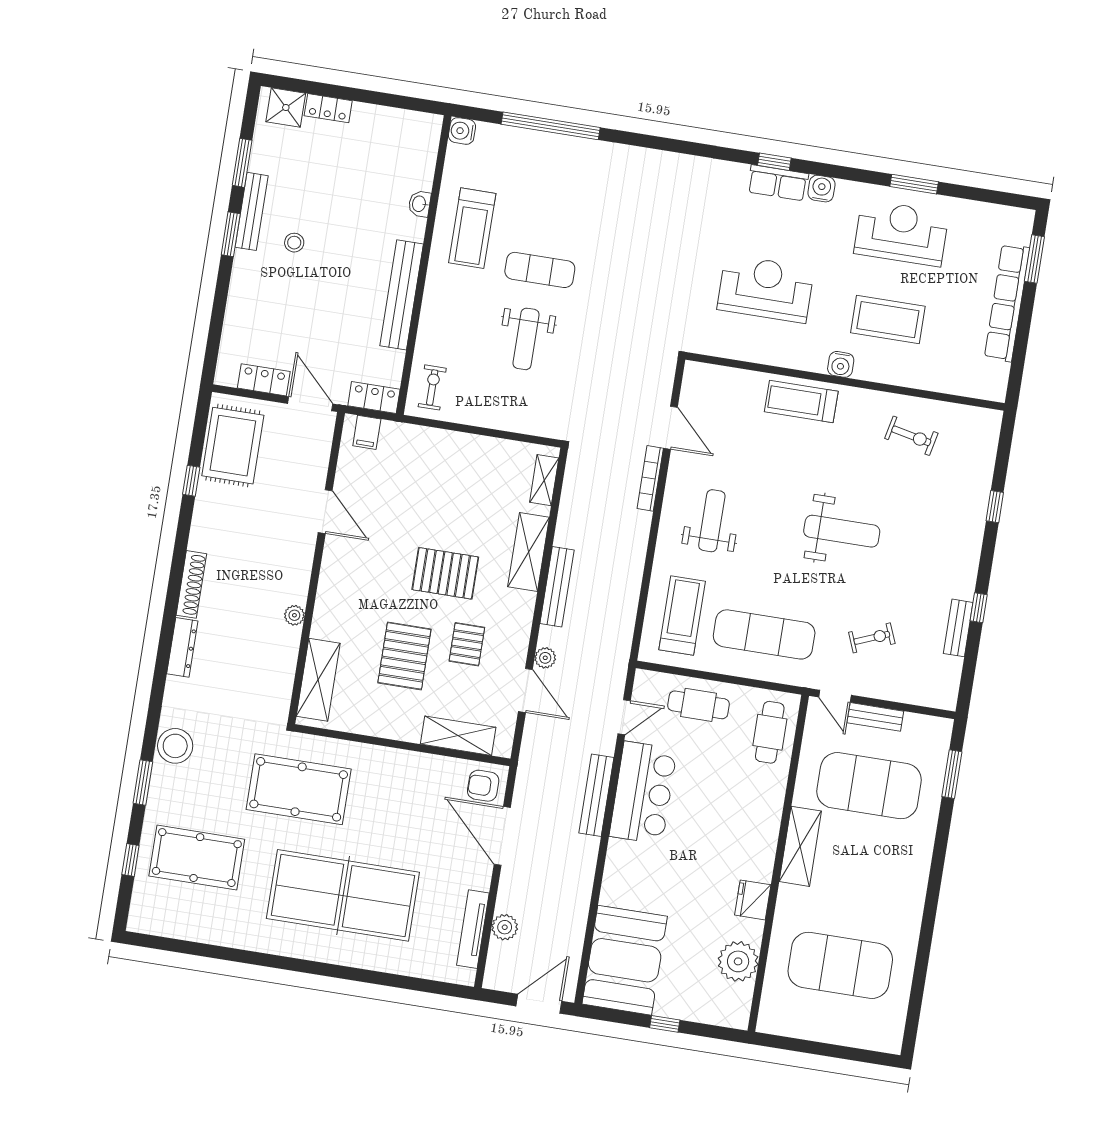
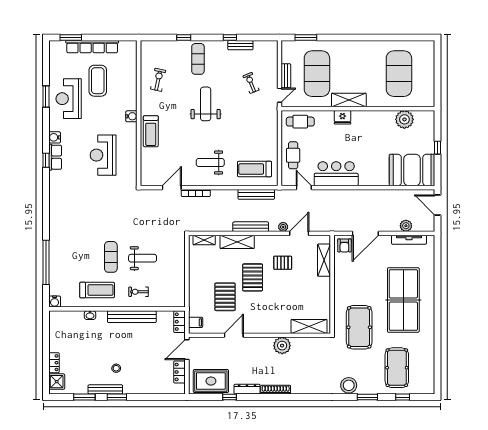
coffee table: (888, 320) -> (98, 81), moved
exercise bike: (432, 387) -> (139, 292), moved
plant: (294, 615) -> (282, 346), width x1.88, depth x1.88
exercise mat: (764, 634) -> (198, 59), moved, width x0.73, depth x0.69
dresser: (182, 647) -> (247, 389), moved
pallet: (404, 656) -> (225, 297), moved, turned 90
bench: (596, 795) -> (256, 194), moved
fridge: (753, 900) -> (343, 117), moved

